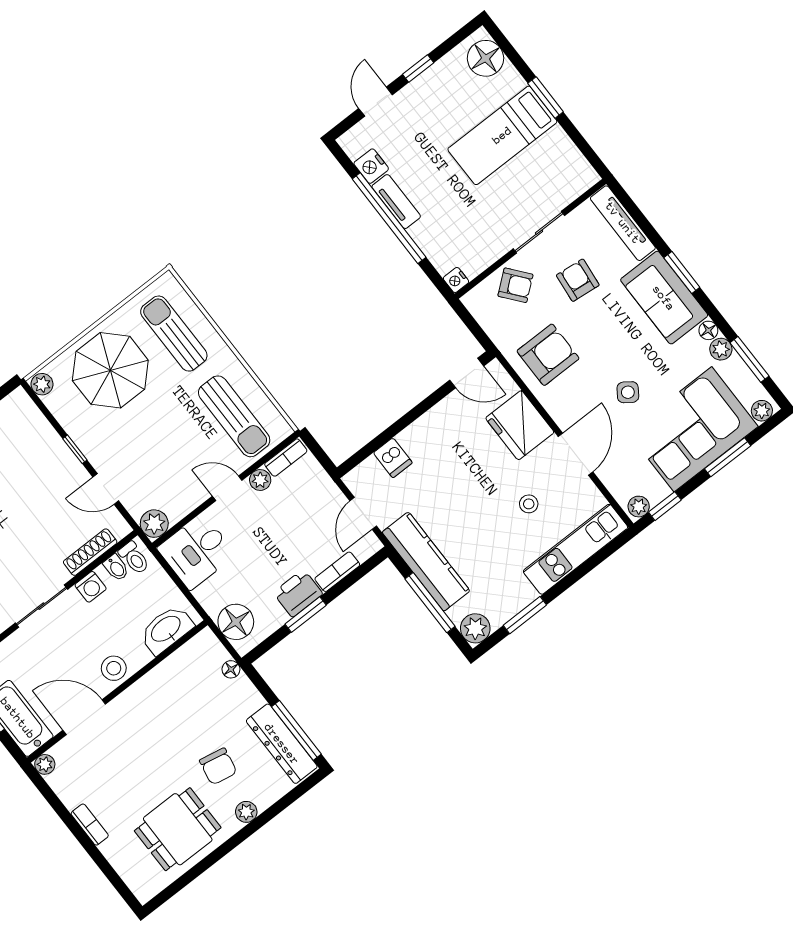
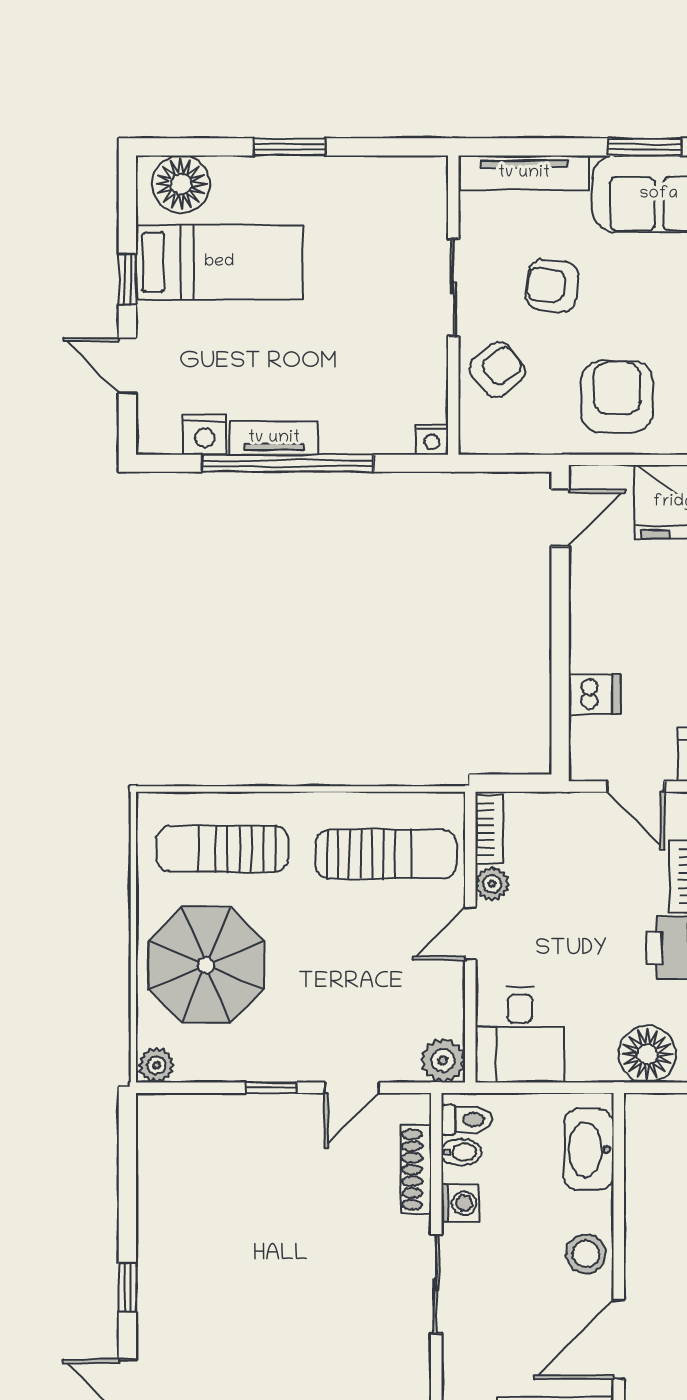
bed: (502, 135) -> (219, 262), moved, turned -90

